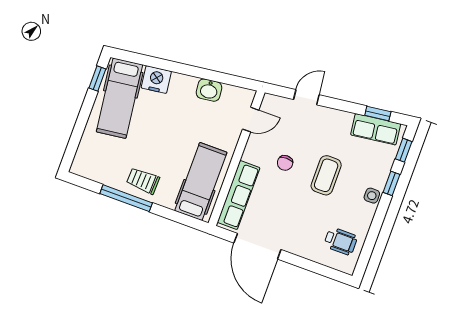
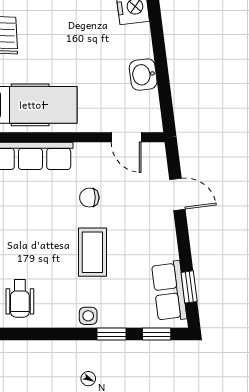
coffee table: (326, 175) -> (92, 252), turned 90

